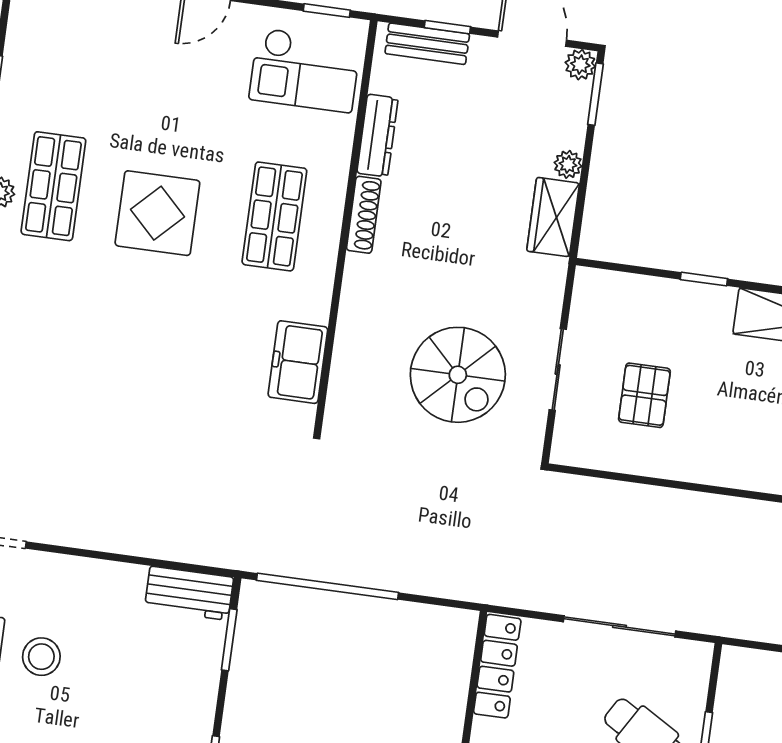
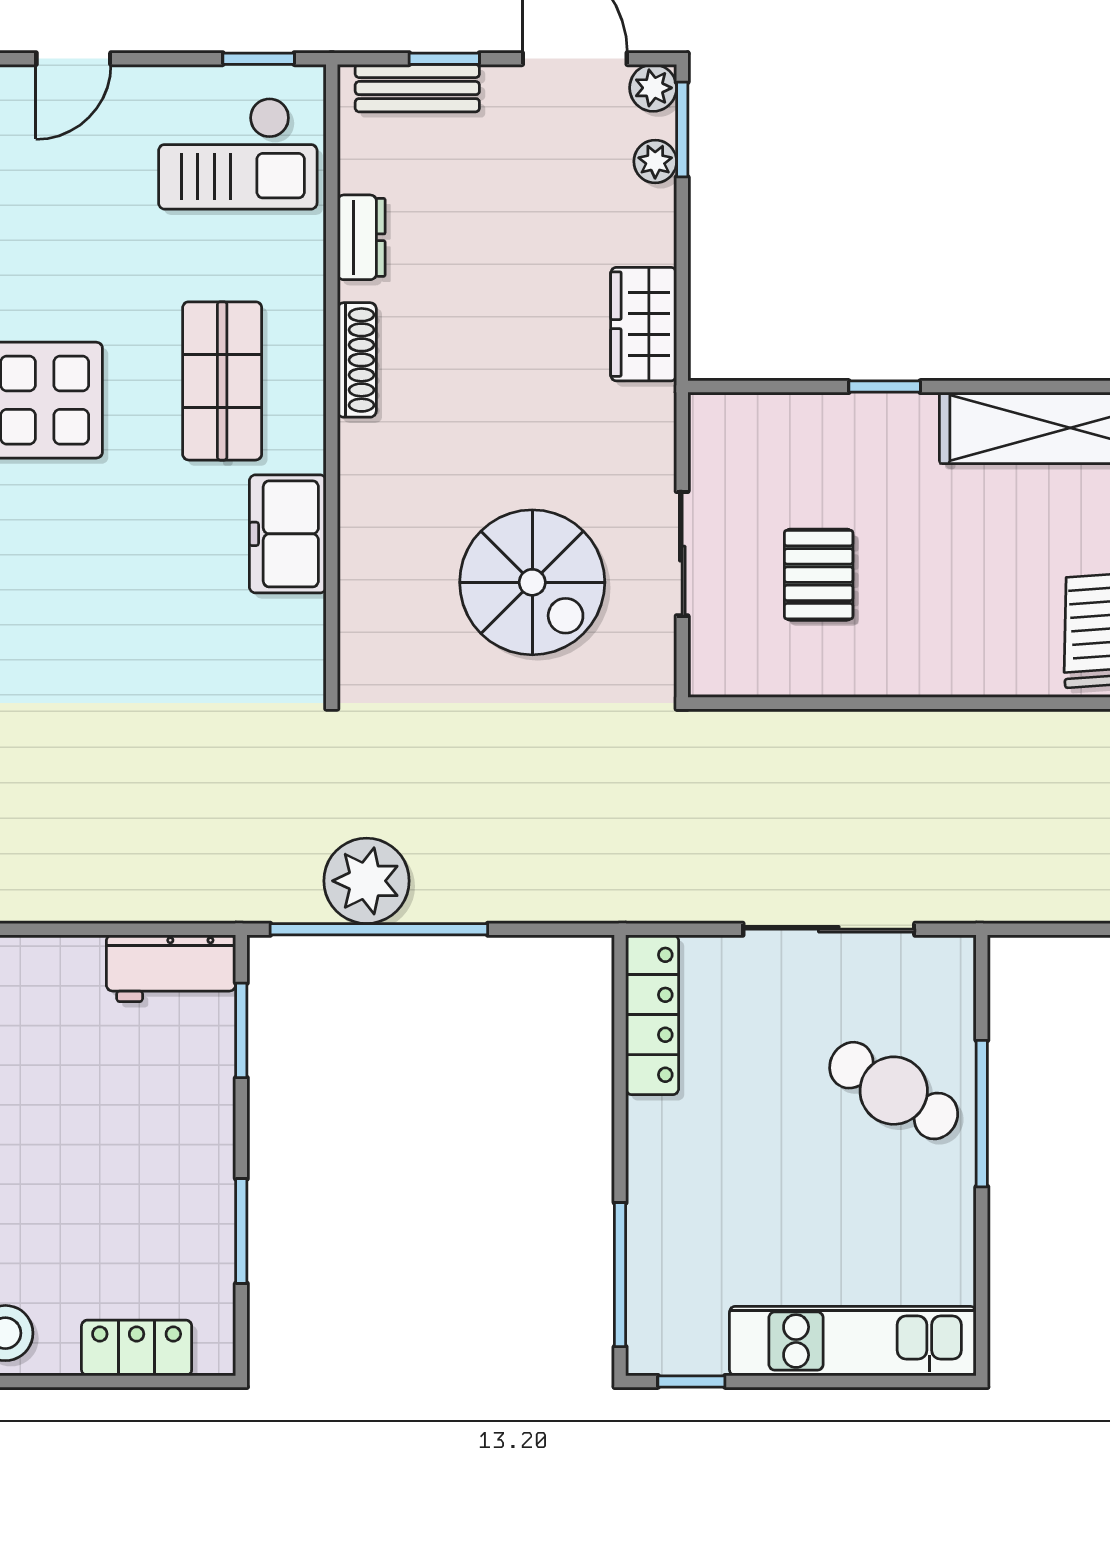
dresser: (377, 136) -> (361, 237), width x0.70
plant: (568, 164) -> (655, 161), moved
freezer: (298, 362) -> (288, 534), moved
plant: (324, 554) -> (366, 881), added

